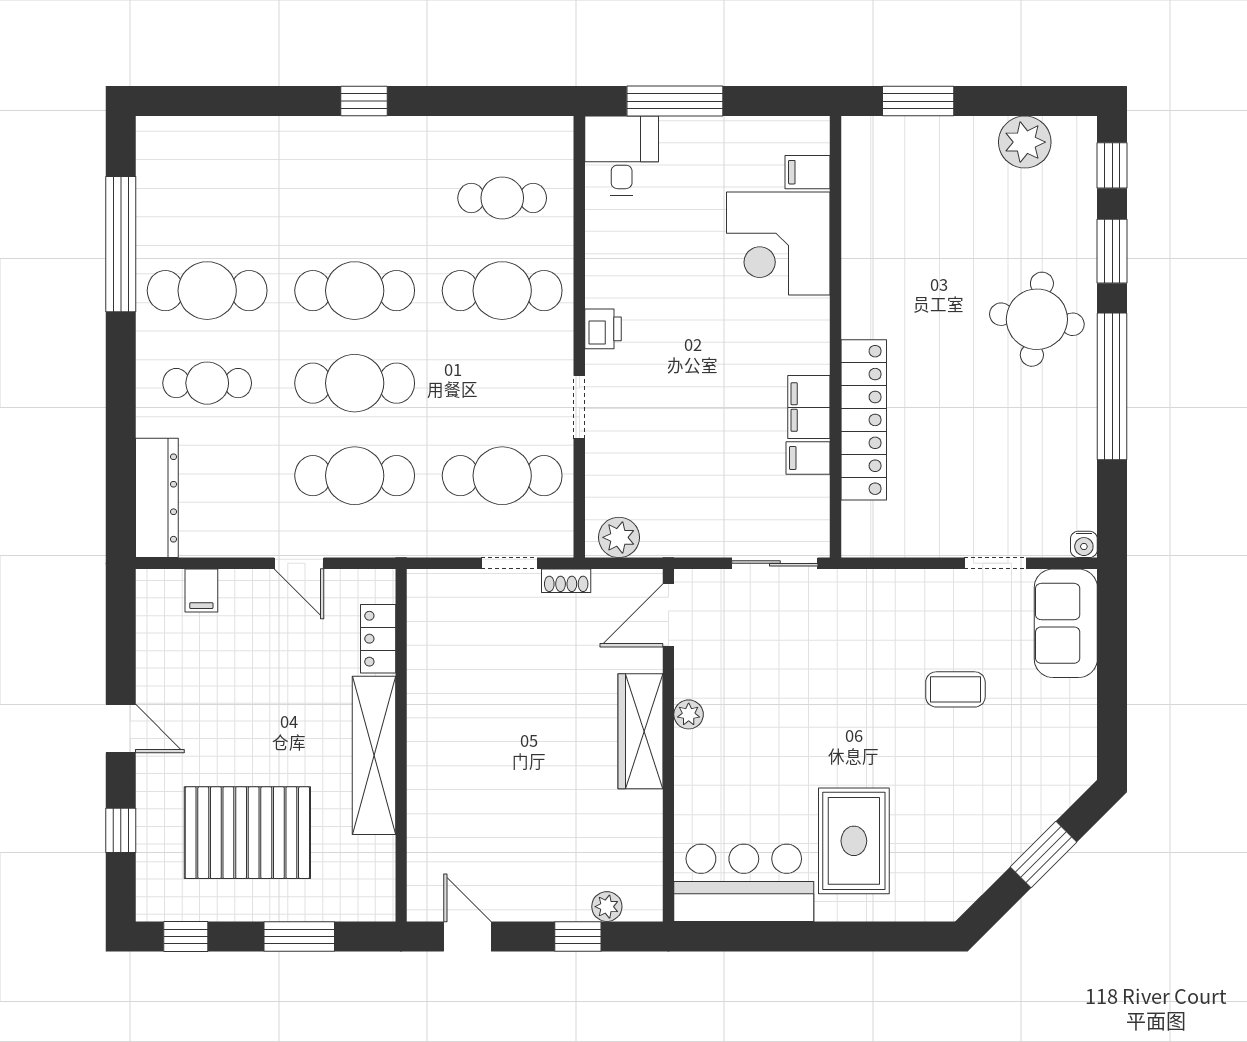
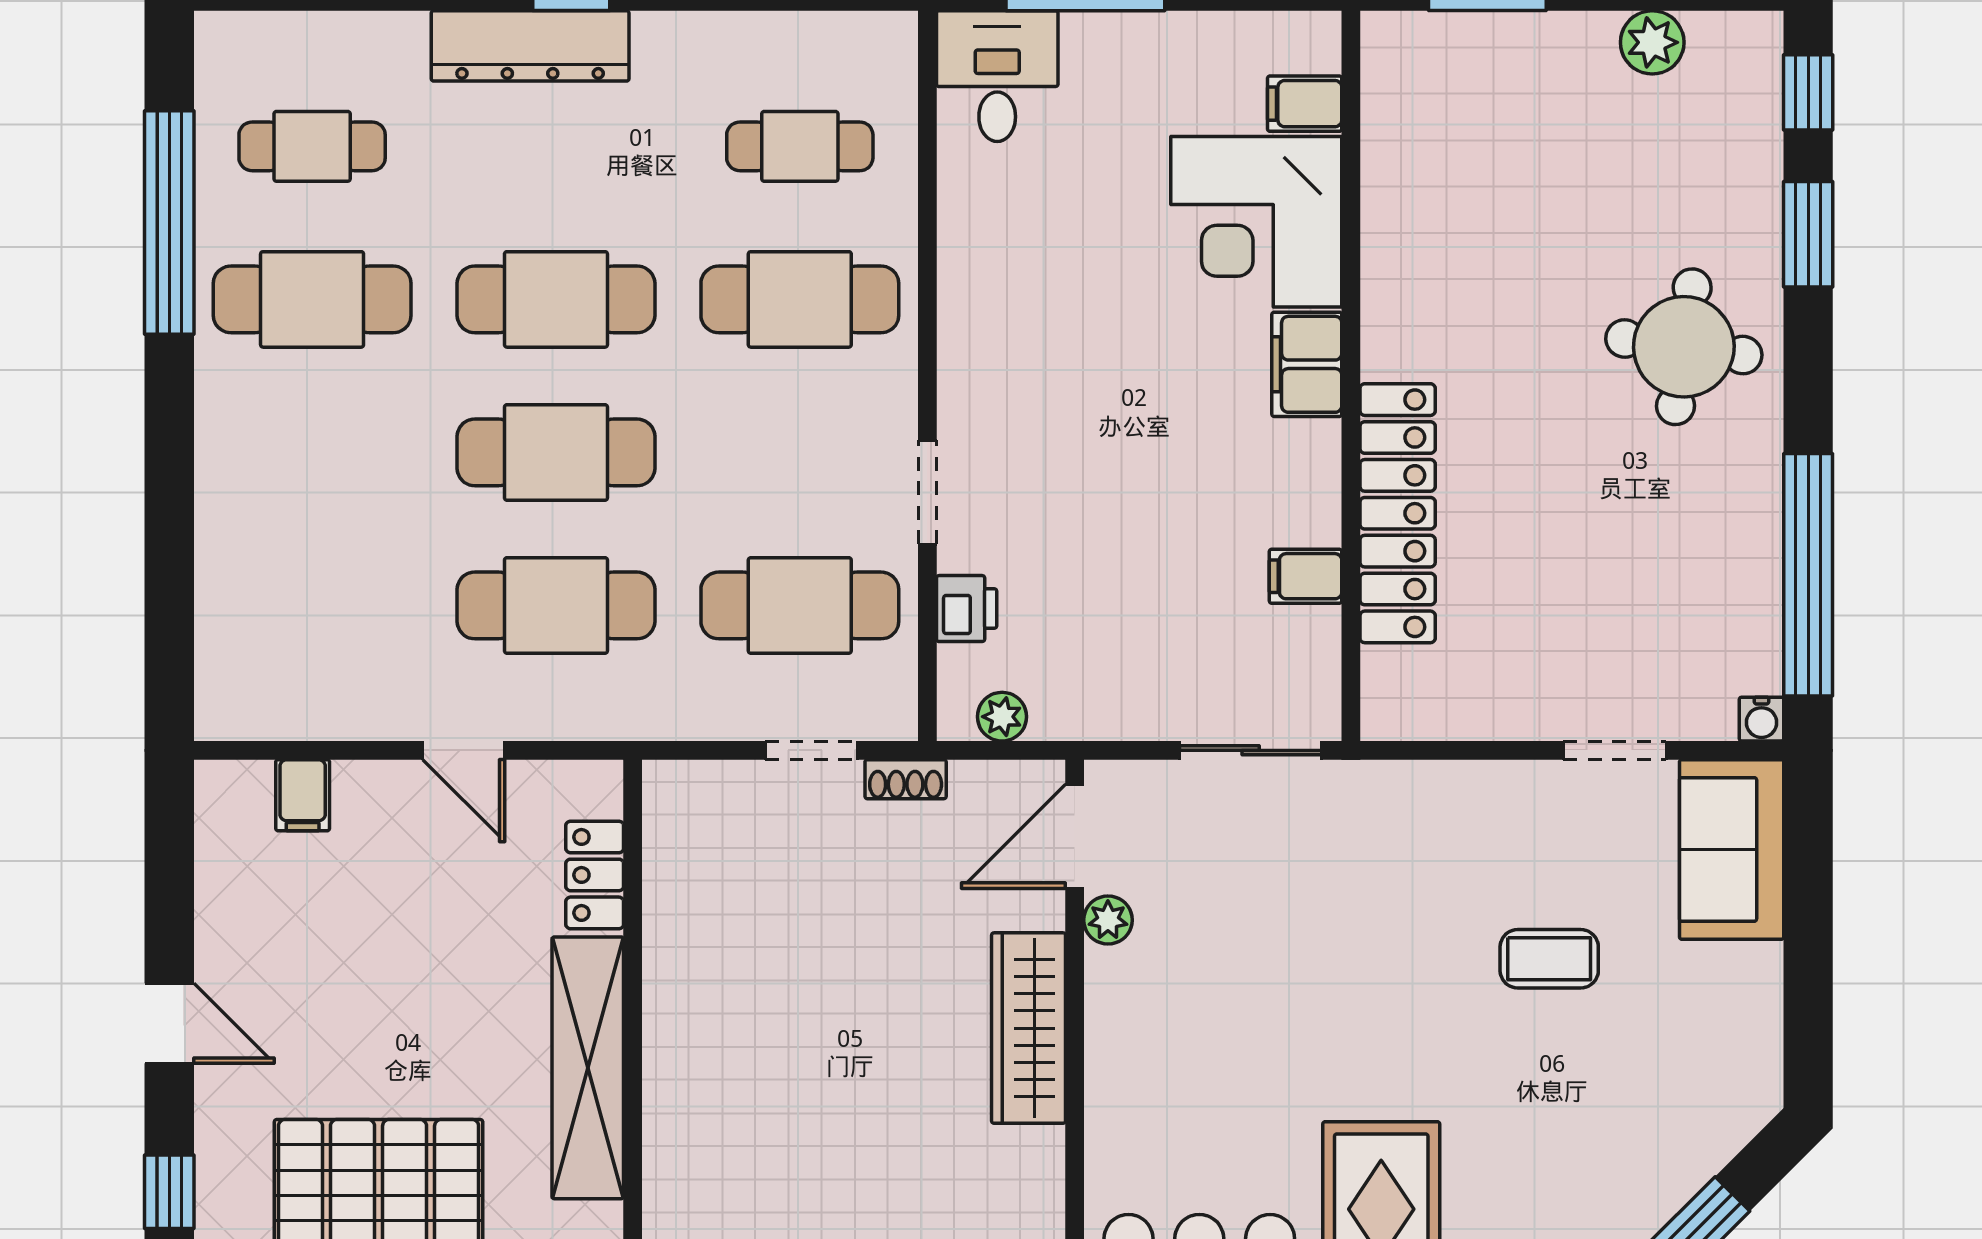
plant: (1025, 142) -> (1652, 42), width x0.73, depth x0.73
printer: (603, 329) -> (967, 609), moved
cafe table: (207, 383) -> (312, 146), moved
window: (1112, 386) -> (1808, 575), moved
filing cabinet: (809, 407) -> (1307, 364), moved
dresser: (157, 498) -> (530, 46), moved, turned 90
plant: (619, 537) -> (1002, 717), width x0.73, depth x0.73
plant: (689, 714) -> (1108, 920), moved

